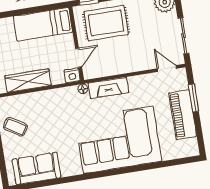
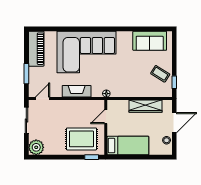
door: (167, 69) -> (42, 98), swing flipped
nightstand: (72, 75) -> (113, 105), removed
fireplace: (108, 88) -> (77, 91), moved
piano: (183, 115) -> (36, 49), moved

